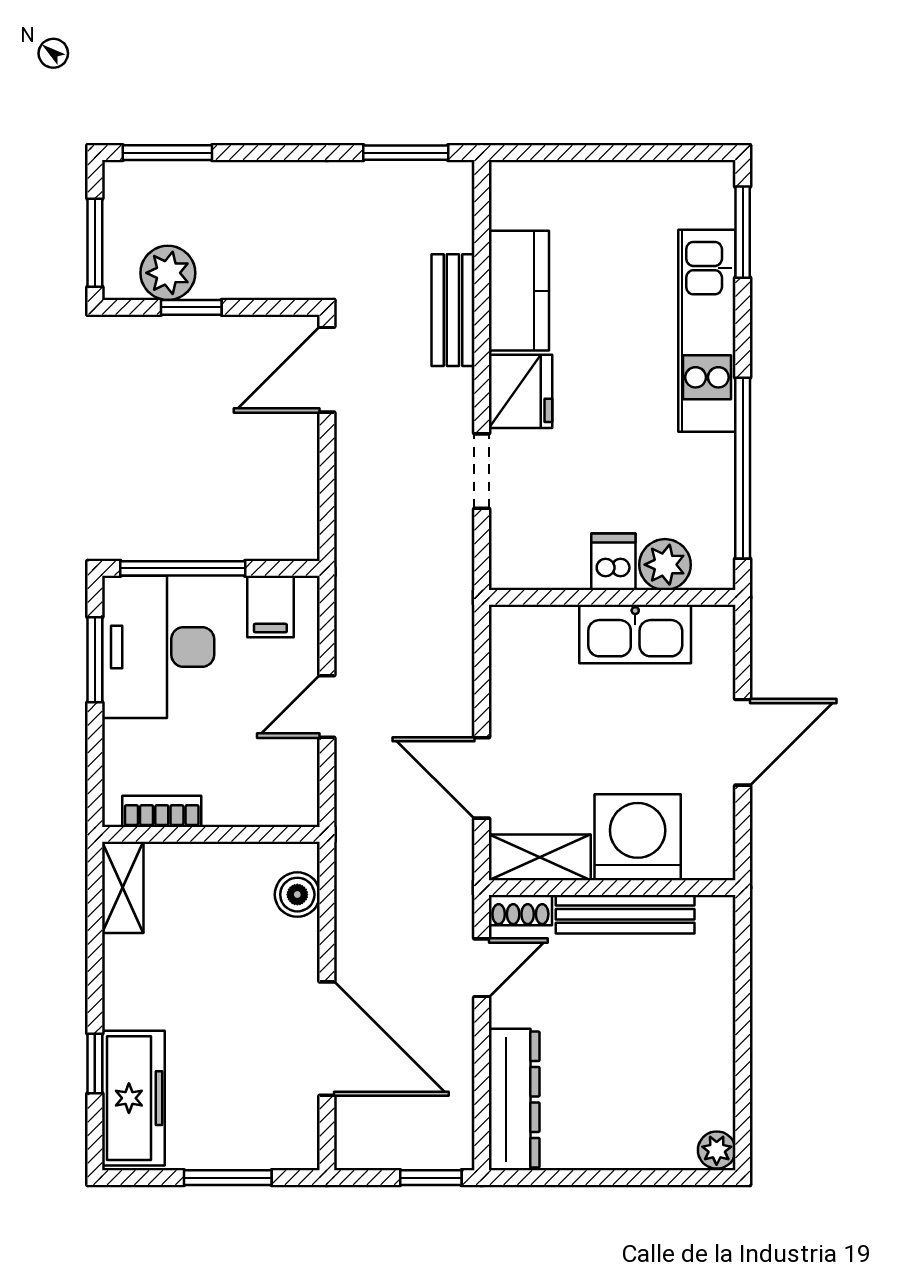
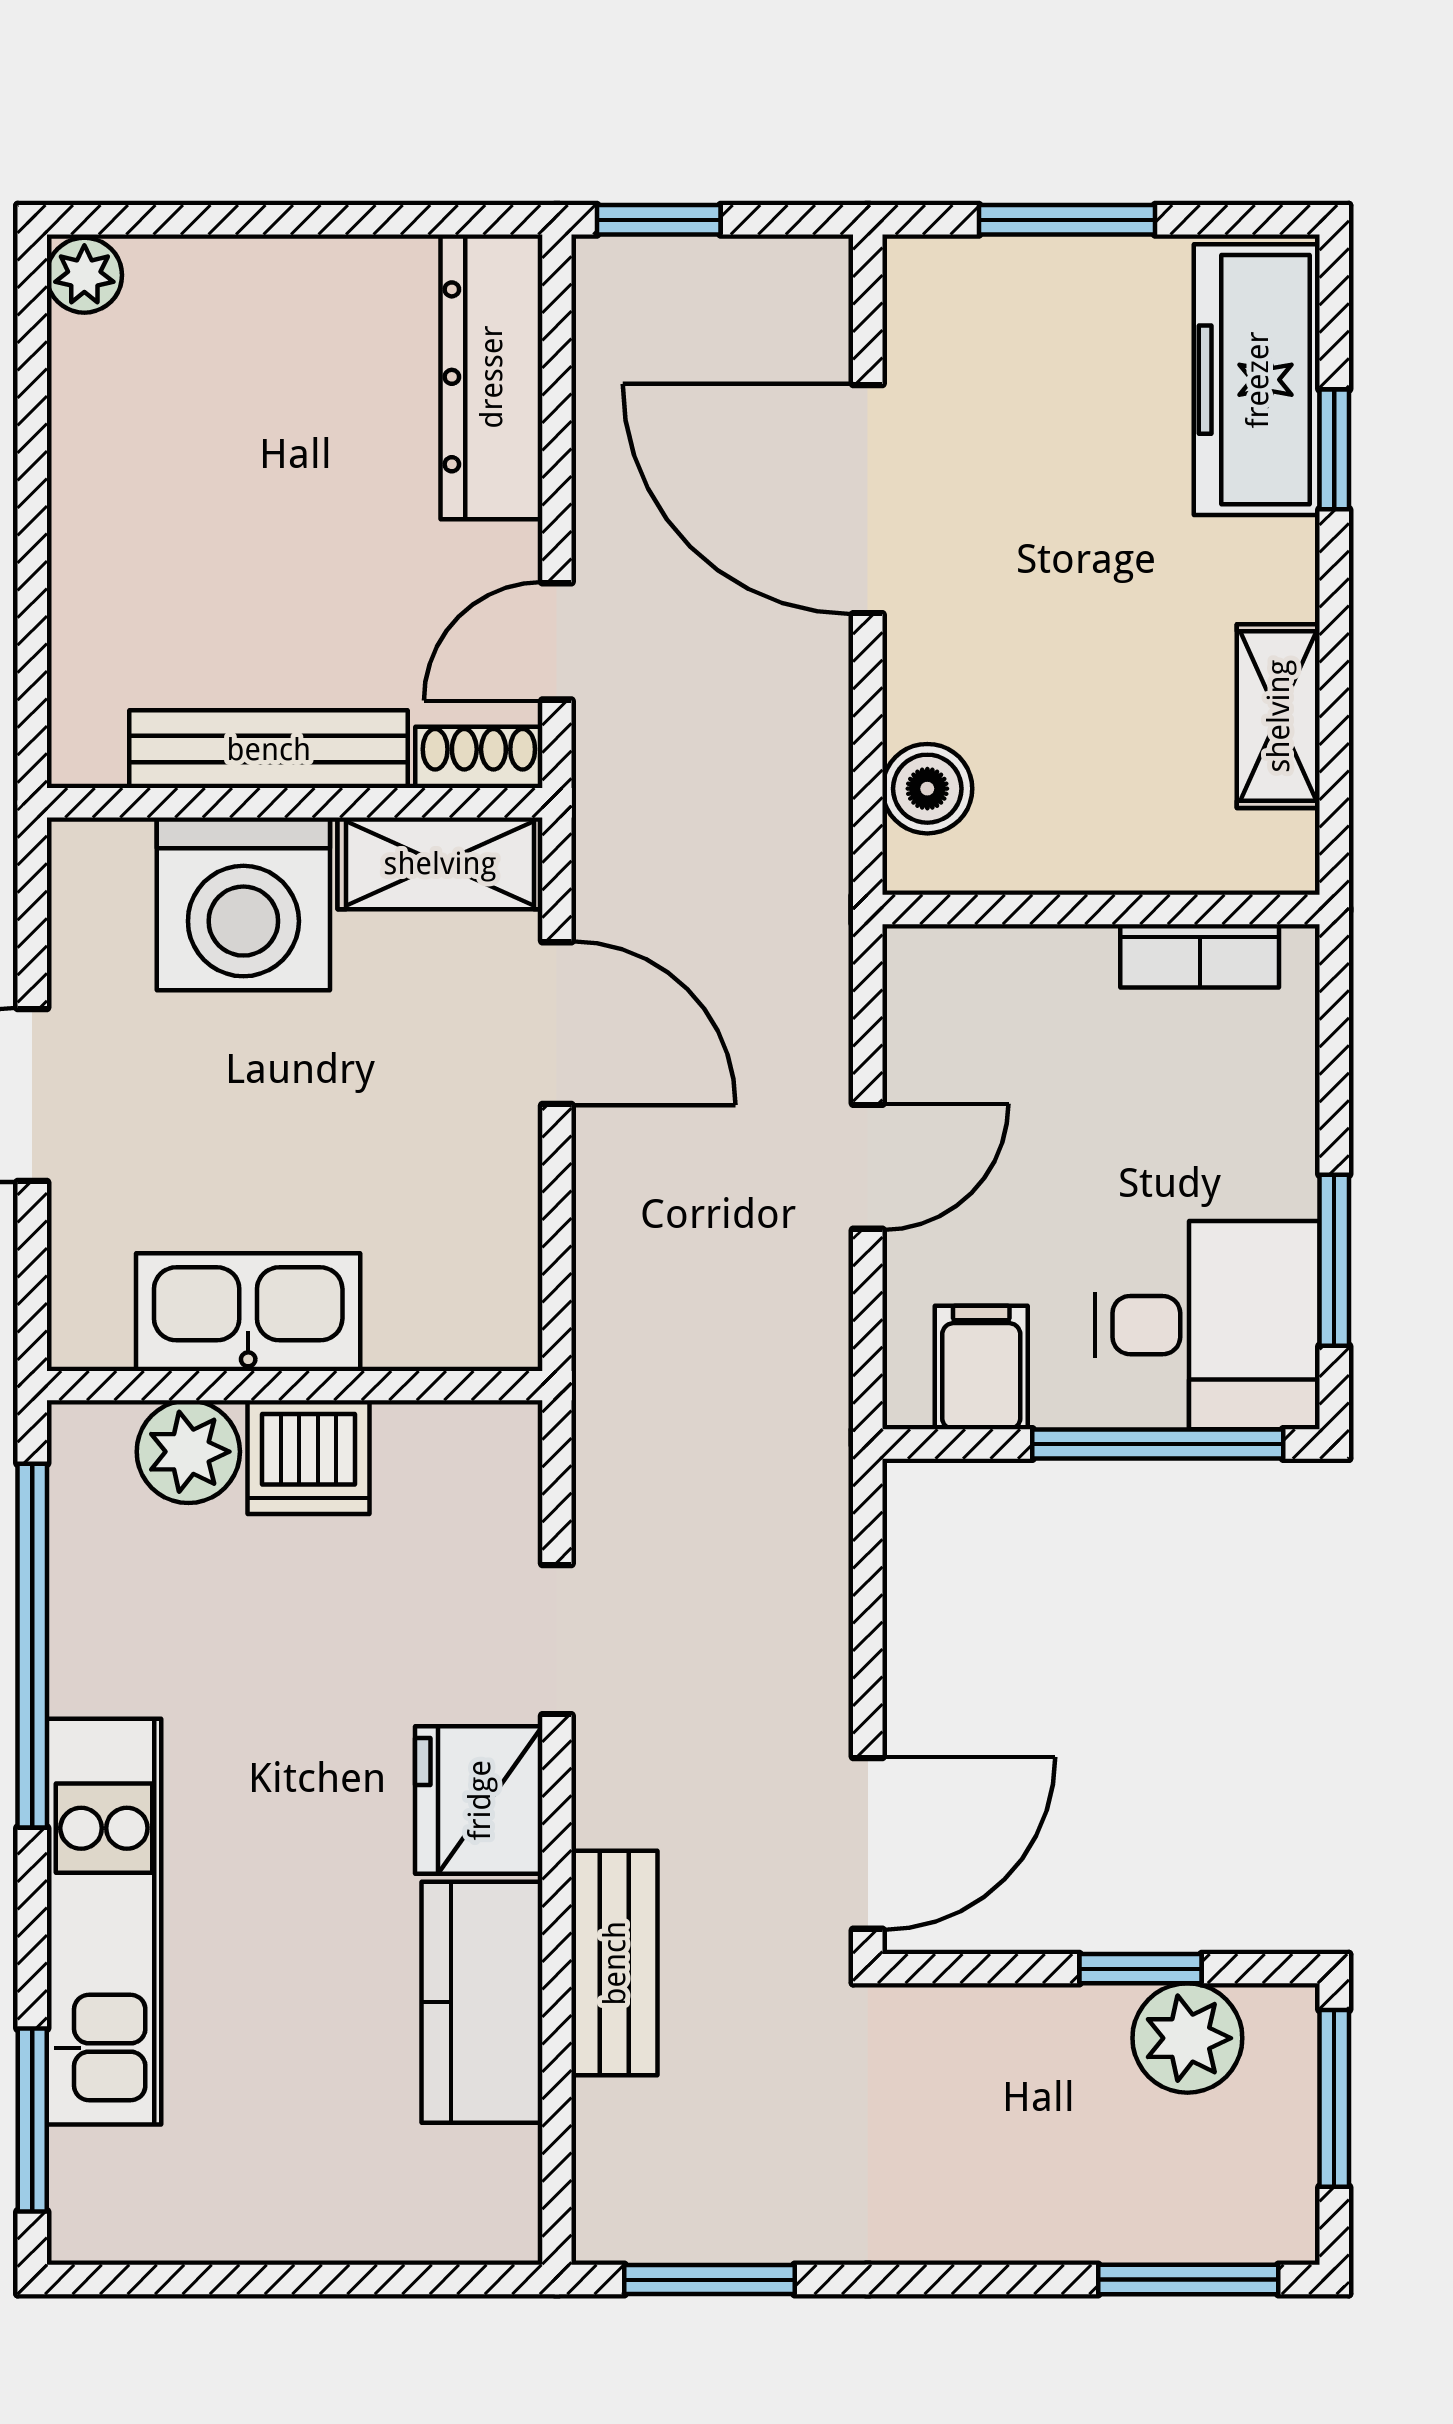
dishwasher: (613, 562) -> (309, 1457), width x1.38
desk: (158, 647) -> (1207, 1325), width x0.73
shelving: (123, 887) -> (1278, 716), moved

